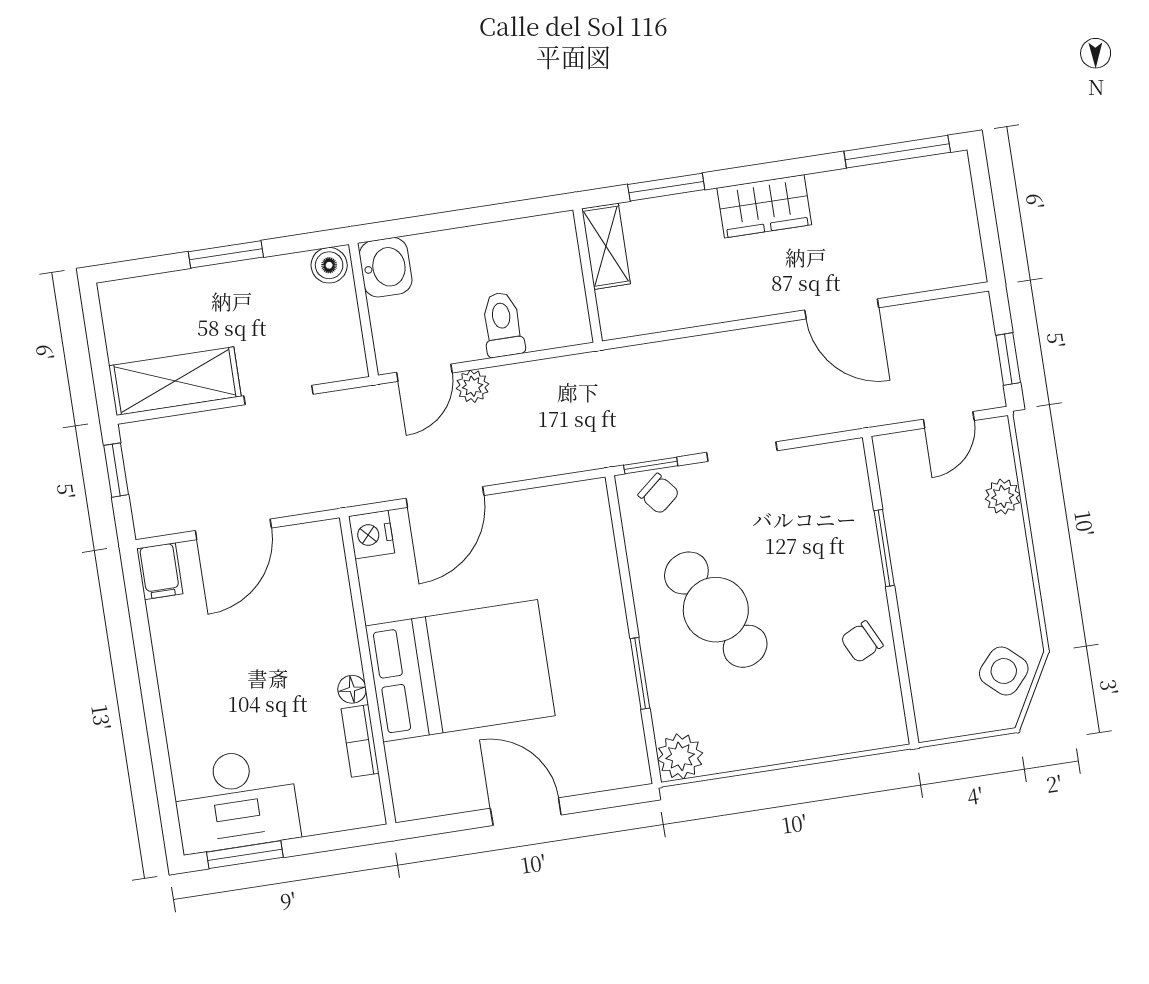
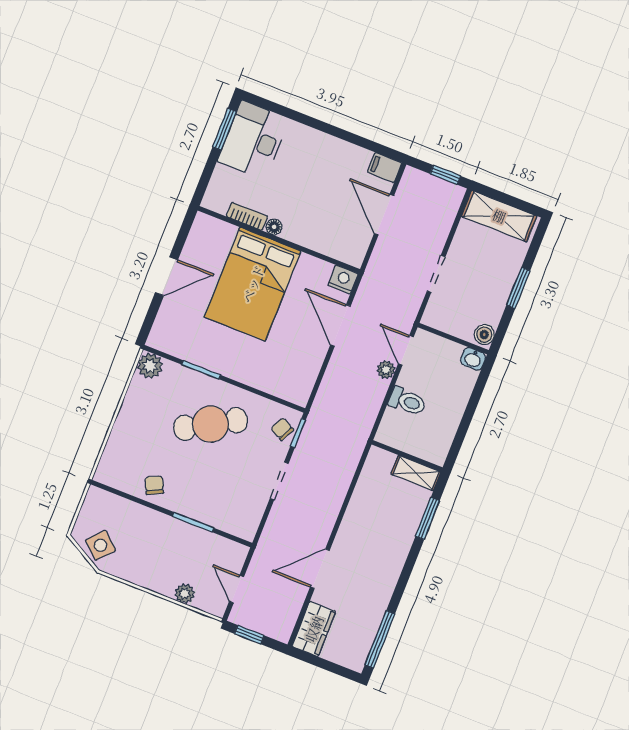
wardrobe: (764, 206) -> (314, 629), moved, turned 180
washbasin: (386, 267) -> (473, 359), width x0.72, depth x0.69
shelving: (175, 381) -> (499, 216), moved, turned 90
chair: (659, 494) -> (282, 429), turned 68

